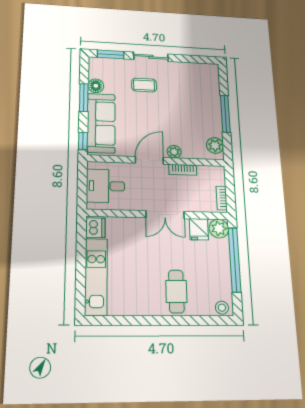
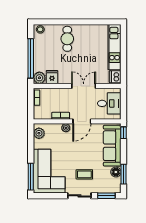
corner sofa: (197, 92) -> (49, 171), added
window: (84, 97) -> (123, 174), moved
window: (225, 114) -> (31, 177), moved
double door: (165, 215) -> (84, 86), moved

